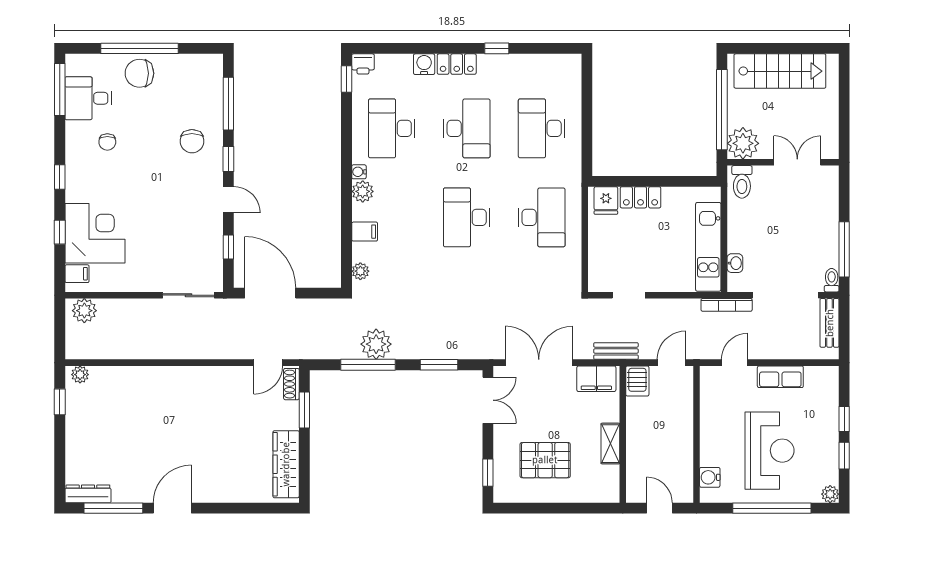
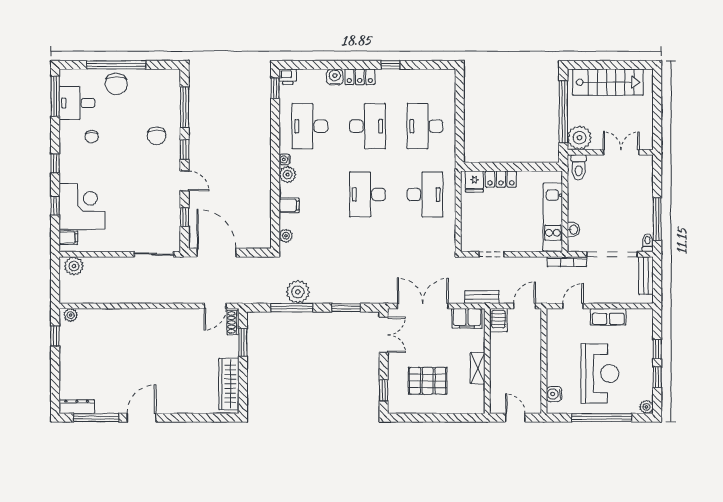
chair: (139, 73) -> (116, 84), turned -90

